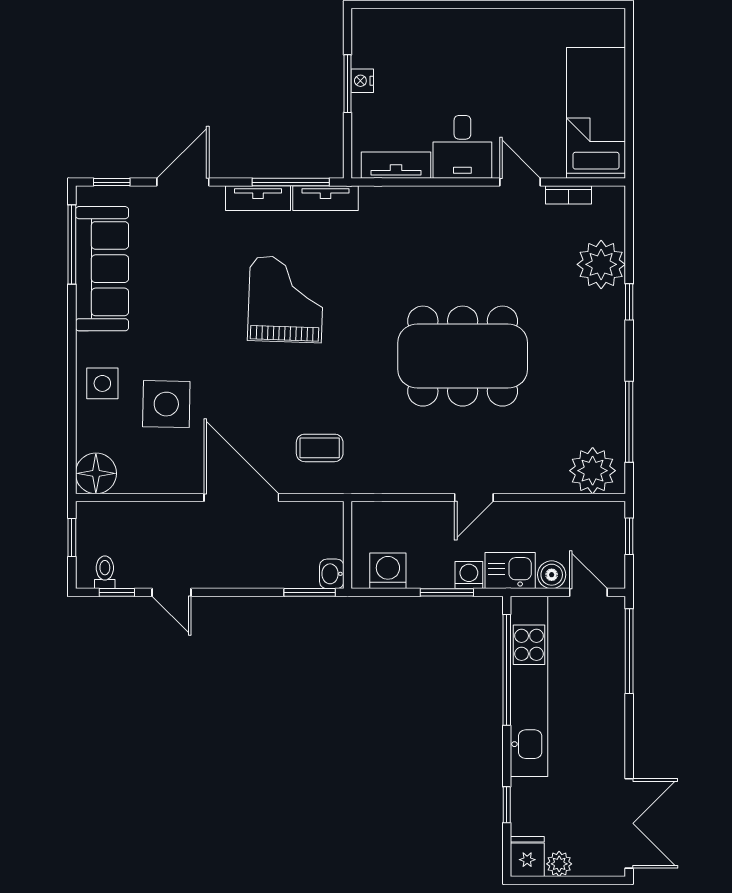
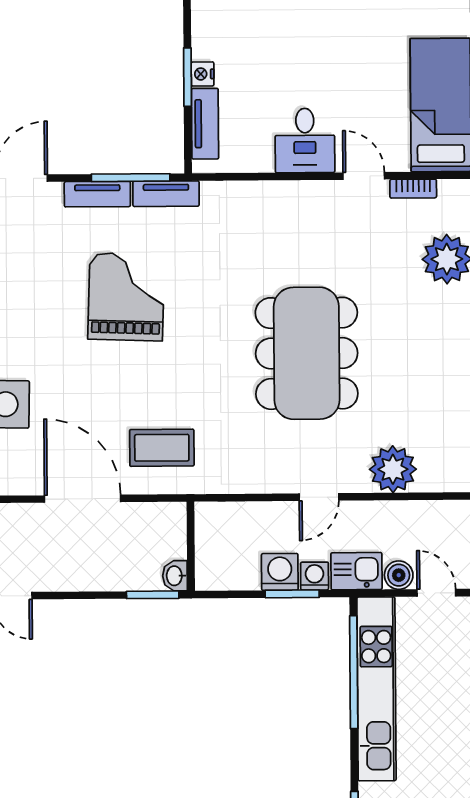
tv unit: (396, 165) -> (205, 124), moved, turned 90
dining table: (463, 356) -> (307, 353), turned 90
coffee table: (320, 448) -> (162, 448), width x1.36, depth x1.30
plant: (593, 471) -> (393, 469), moved
washing machine: (388, 571) -> (280, 572), moved

